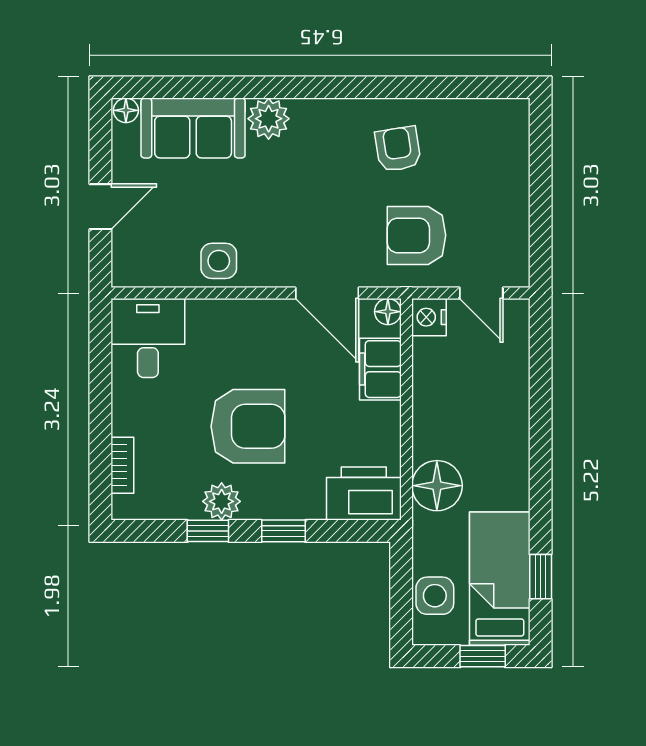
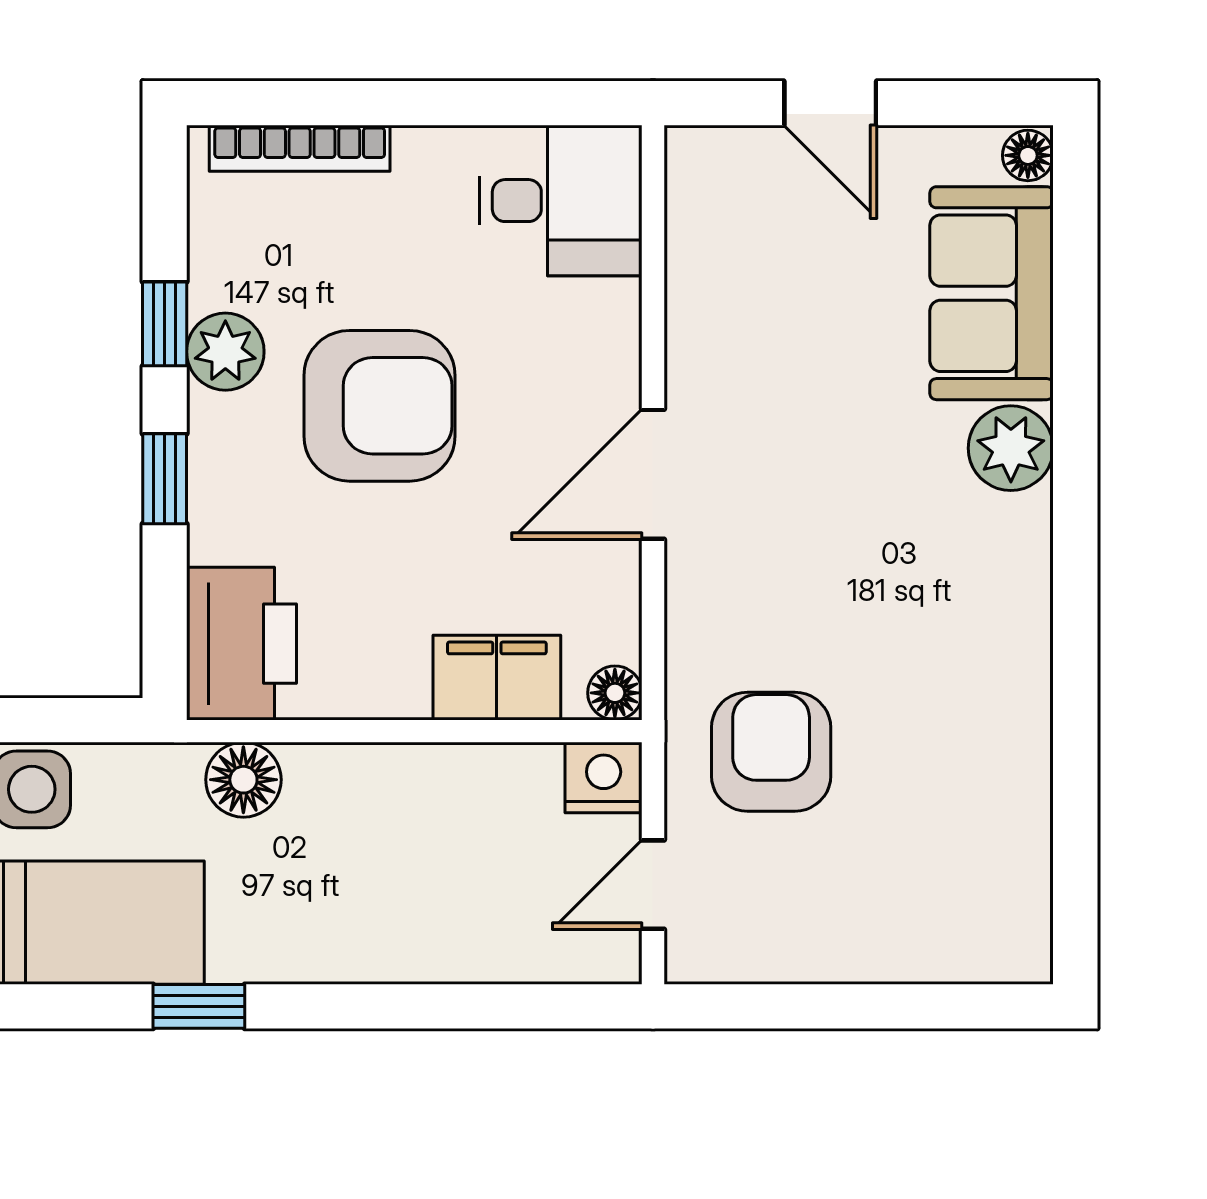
armchair: (398, 149) -> (948, 714), removed
side table: (219, 261) -> (719, 346), removed
door: (327, 293) -> (653, 474), moved
armchair: (248, 426) -> (380, 406), turned -90
bookcase: (122, 465) -> (300, 148), width x1.56
floor lamp: (437, 486) -> (243, 780), width x0.73, depth x0.73
window: (541, 577) -> (199, 1006), moved

